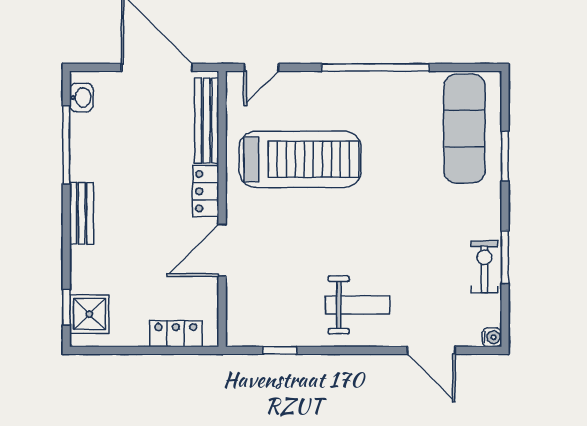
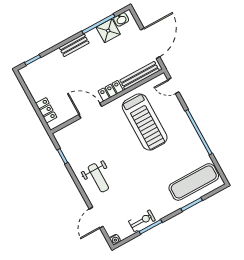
shower: (89, 314) -> (108, 31), moved

